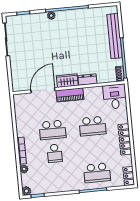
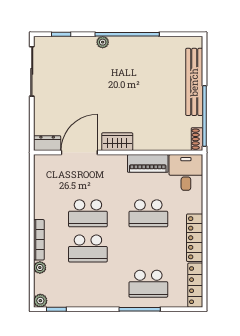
dresser: (87, 80) -> (47, 143), moved
piano: (70, 95) -> (148, 163), moved
school desk: (55, 153) -> (88, 249), width x1.85
locker: (129, 176) -> (195, 285), width x1.53

